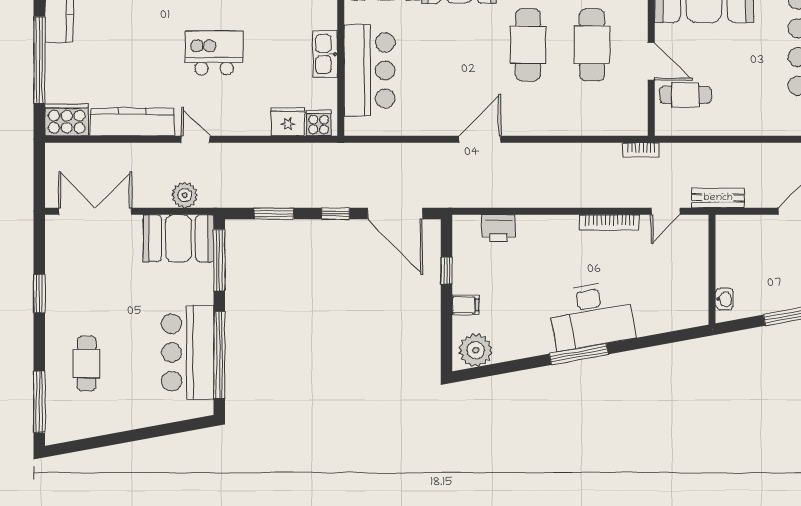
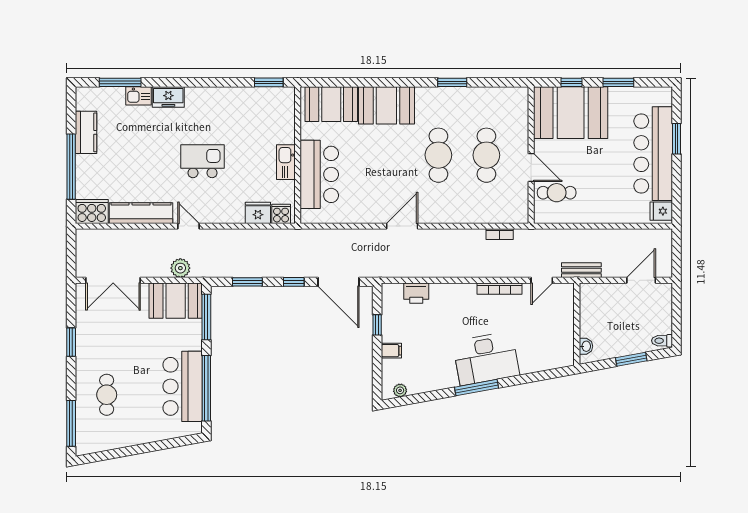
bookcase: (641, 150) -> (500, 234), moved
double door: (95, 211) -> (113, 280), swing flipped
plant: (476, 350) -> (400, 390), width x0.53, depth x0.53

